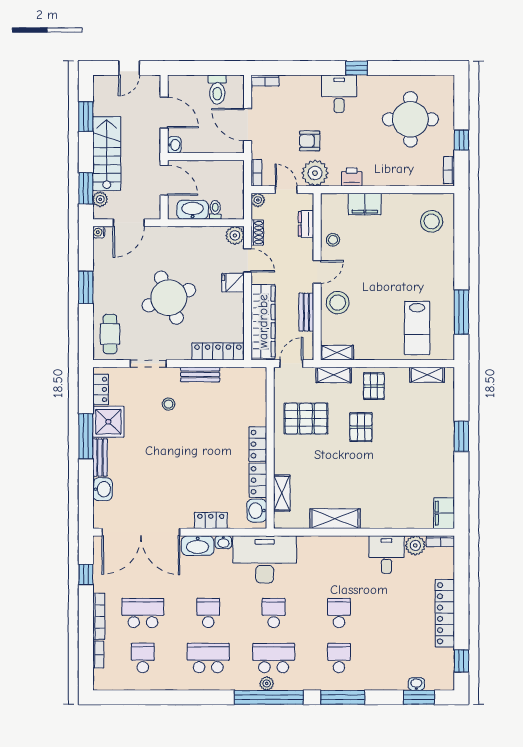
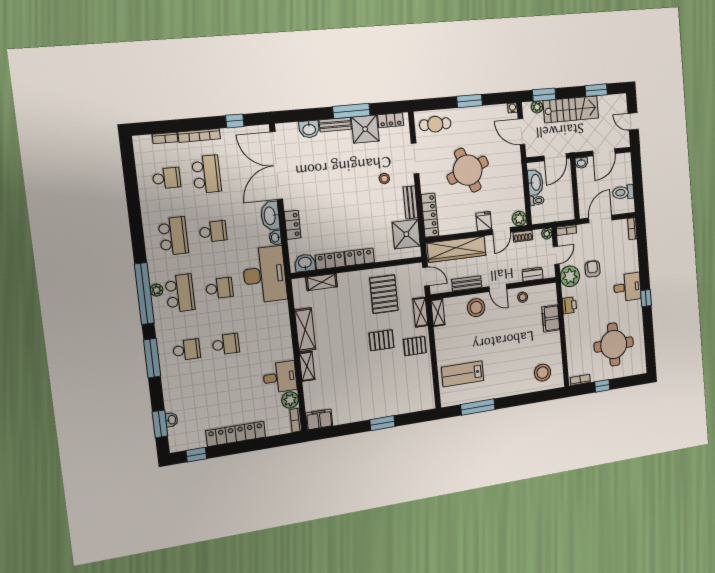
shelving: (427, 375) -> (307, 366), moved
shower: (237, 383) -> (406, 234), added

